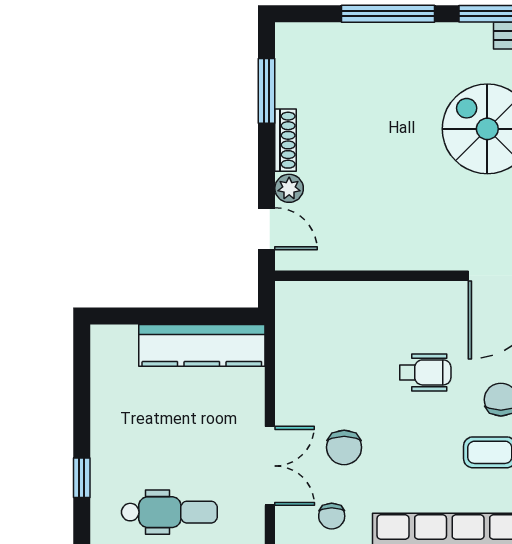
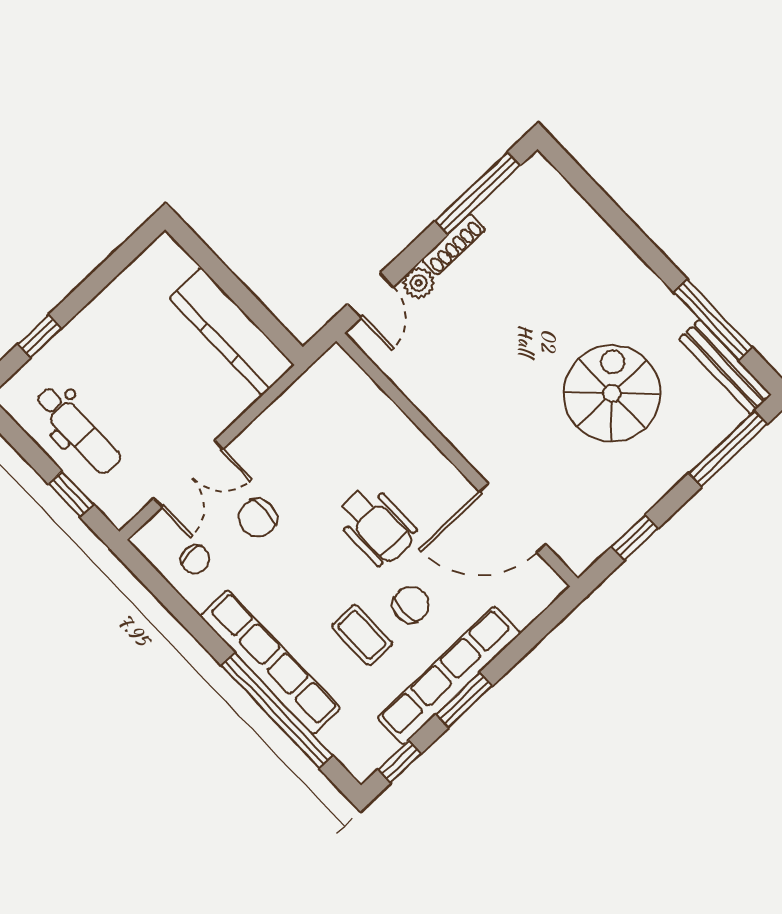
window: (388, 14) -> (628, 231), removed
window: (266, 91) -> (478, 193), width x1.44
wheelchair: (425, 372) -> (376, 525), width x1.36, depth x1.37
chair: (332, 516) -> (195, 559), turned -90

